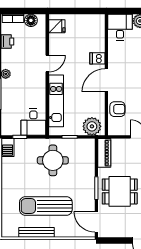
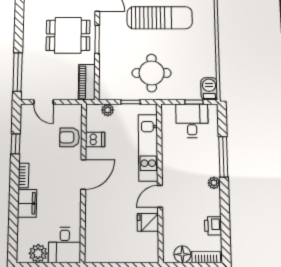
fridge: (57, 26) -> (148, 222), moved
dishwasher: (97, 58) -> (95, 140), moved
desk: (33, 122) -> (192, 121), moved
plant: (92, 126) -> (108, 110), width x0.53, depth x0.53

